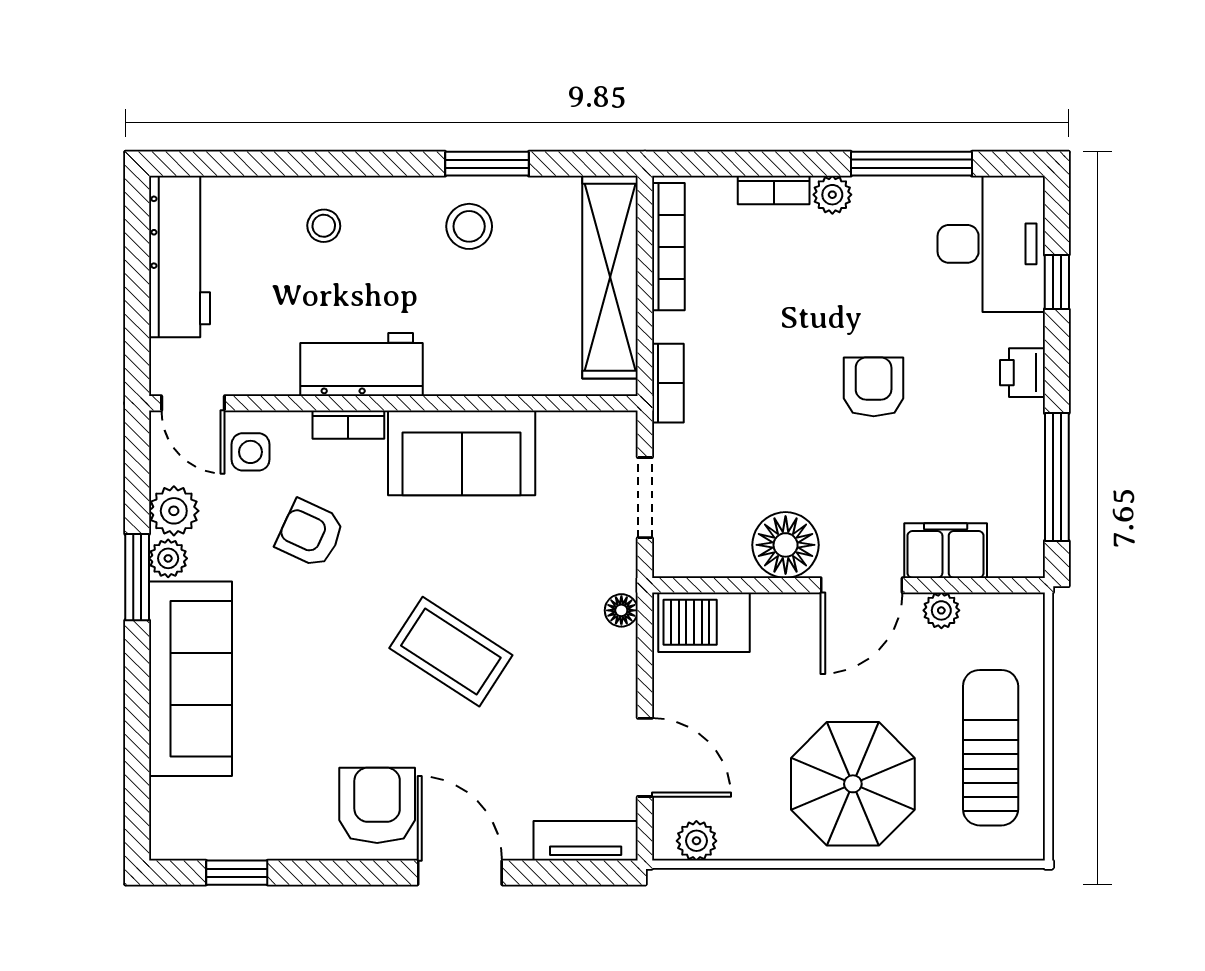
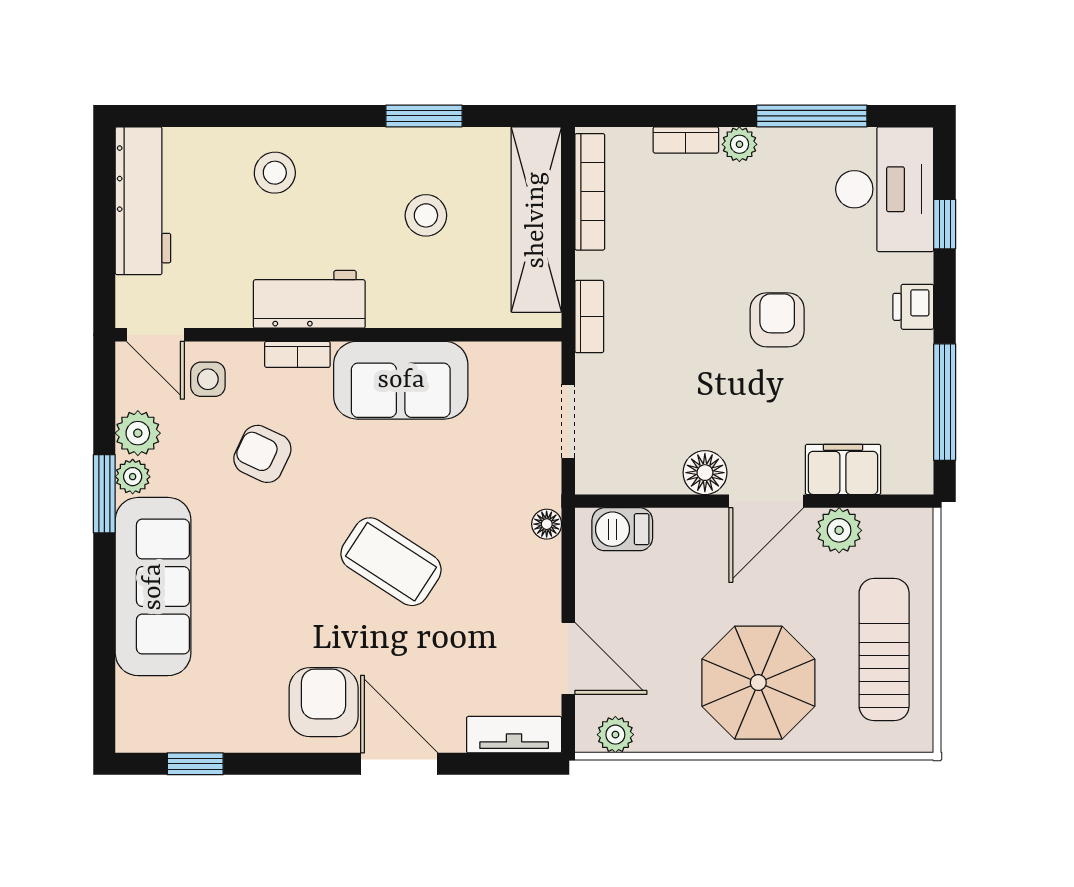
stool: (324, 226) -> (275, 173), width x1.37, depth x1.37
stool: (469, 226) -> (426, 215), moved
floor lamp: (786, 545) -> (705, 473), width x0.73, depth x0.73
plant: (941, 610) -> (839, 530), width x1.38, depth x1.38
barbecue: (704, 622) -> (622, 529), width x0.73, depth x0.79

